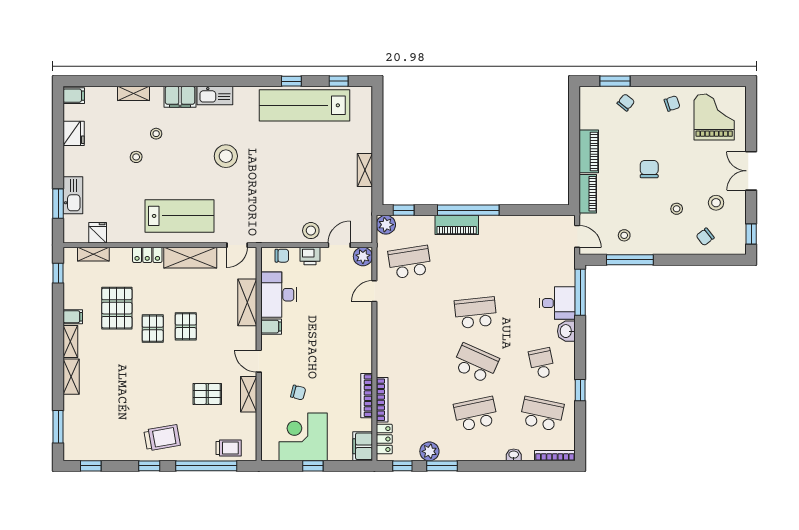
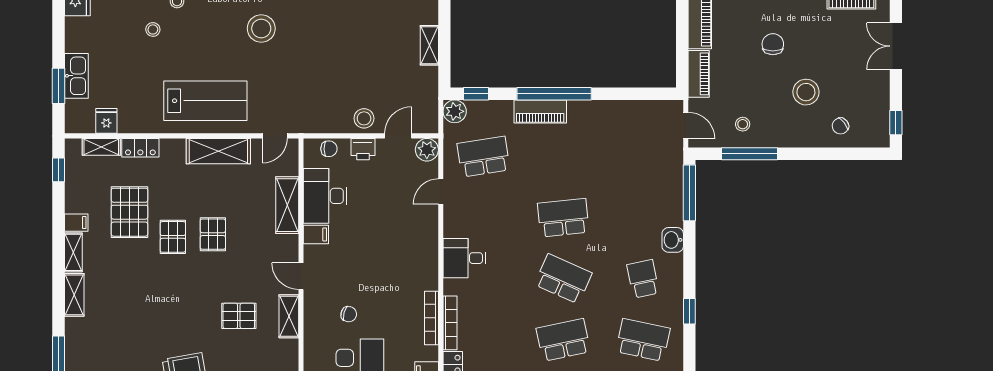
stool: (716, 203) -> (854, 85), removed
stool: (677, 209) -> (806, 92), width x1.89, depth x1.89
locker: (147, 255) -> (140, 148), moved
desk: (557, 303) -> (464, 258), moved, turned 180

